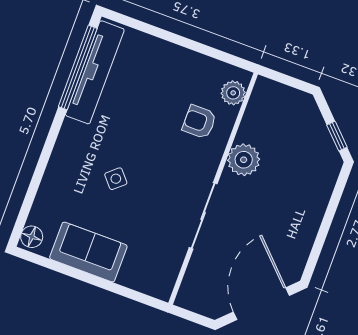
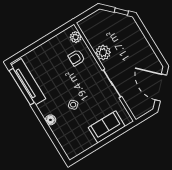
floor lamp: (32, 237) -> (50, 120), moved
sofa: (88, 252) -> (107, 127), moved

